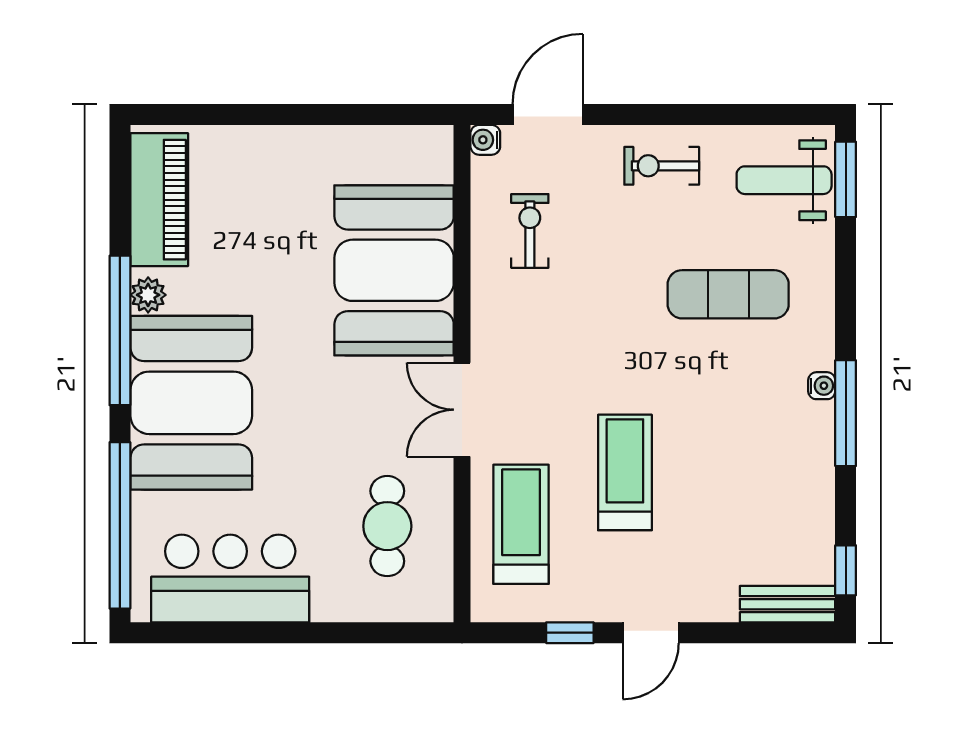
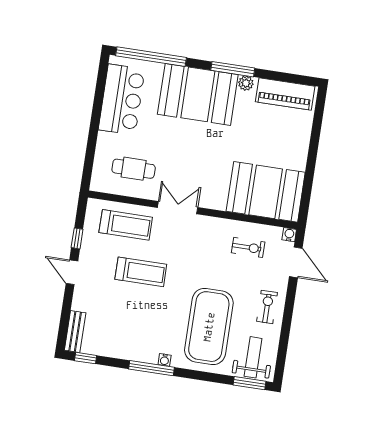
booth: (394, 270) -> (266, 192), moved
exercise mat: (728, 294) -> (209, 327), width x2.00, depth x1.45
window: (120, 330) -> (233, 69), width x0.68

